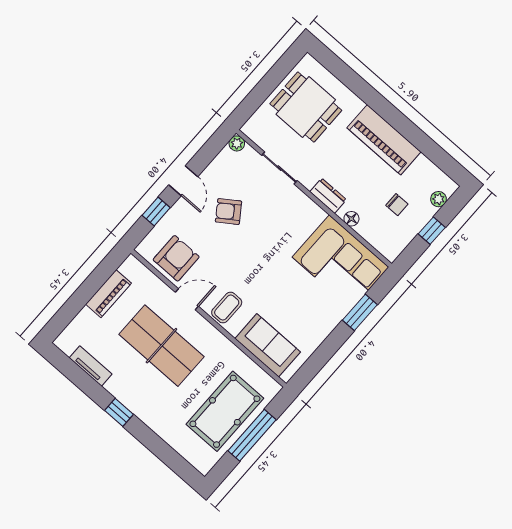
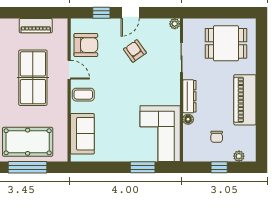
dining table: (306, 107) -> (226, 43), turned 90
dresser: (328, 196) -> (189, 96), width x1.44

